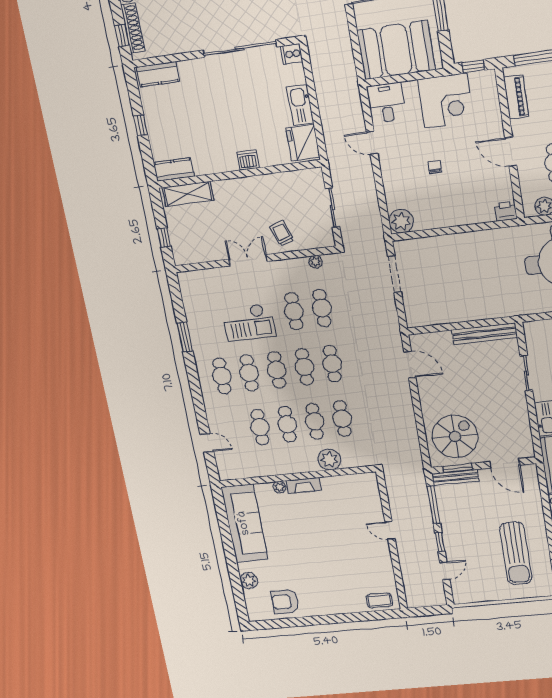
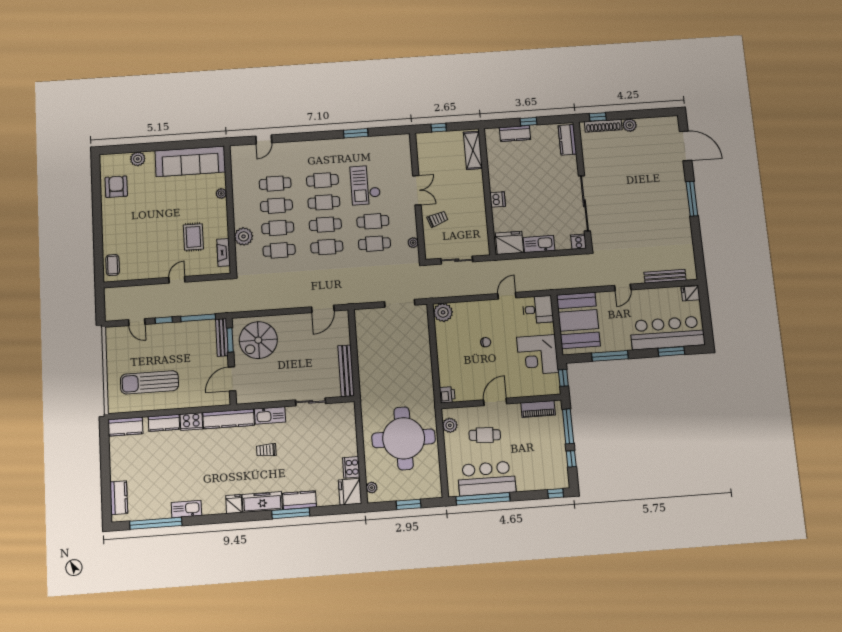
kitchen counter: (174, 169) -> (515, 133), moved, turned 90
cafe table: (222, 376) -> (321, 158), removed
spiral stairs: (455, 436) -> (258, 340), turned 90
fireplace: (304, 486) -> (224, 252), moved
rug: (336, 515) -> (193, 237), added

